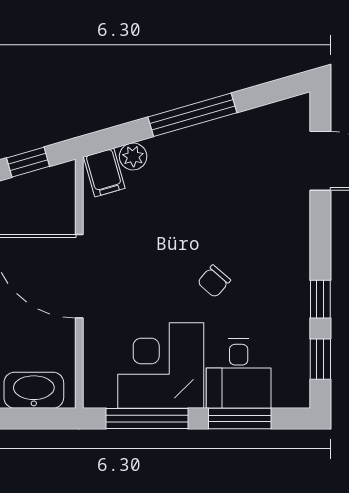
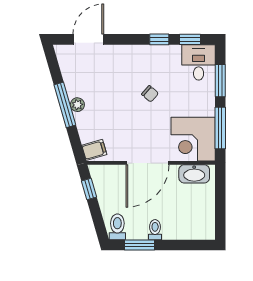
plant: (133, 156) -> (77, 105), moved
corner desk: (161, 366) -> (193, 139), moved
desk: (239, 374) -> (199, 62), moved, turned -90
washbasin: (34, 390) -> (194, 174), moved, turned -90

